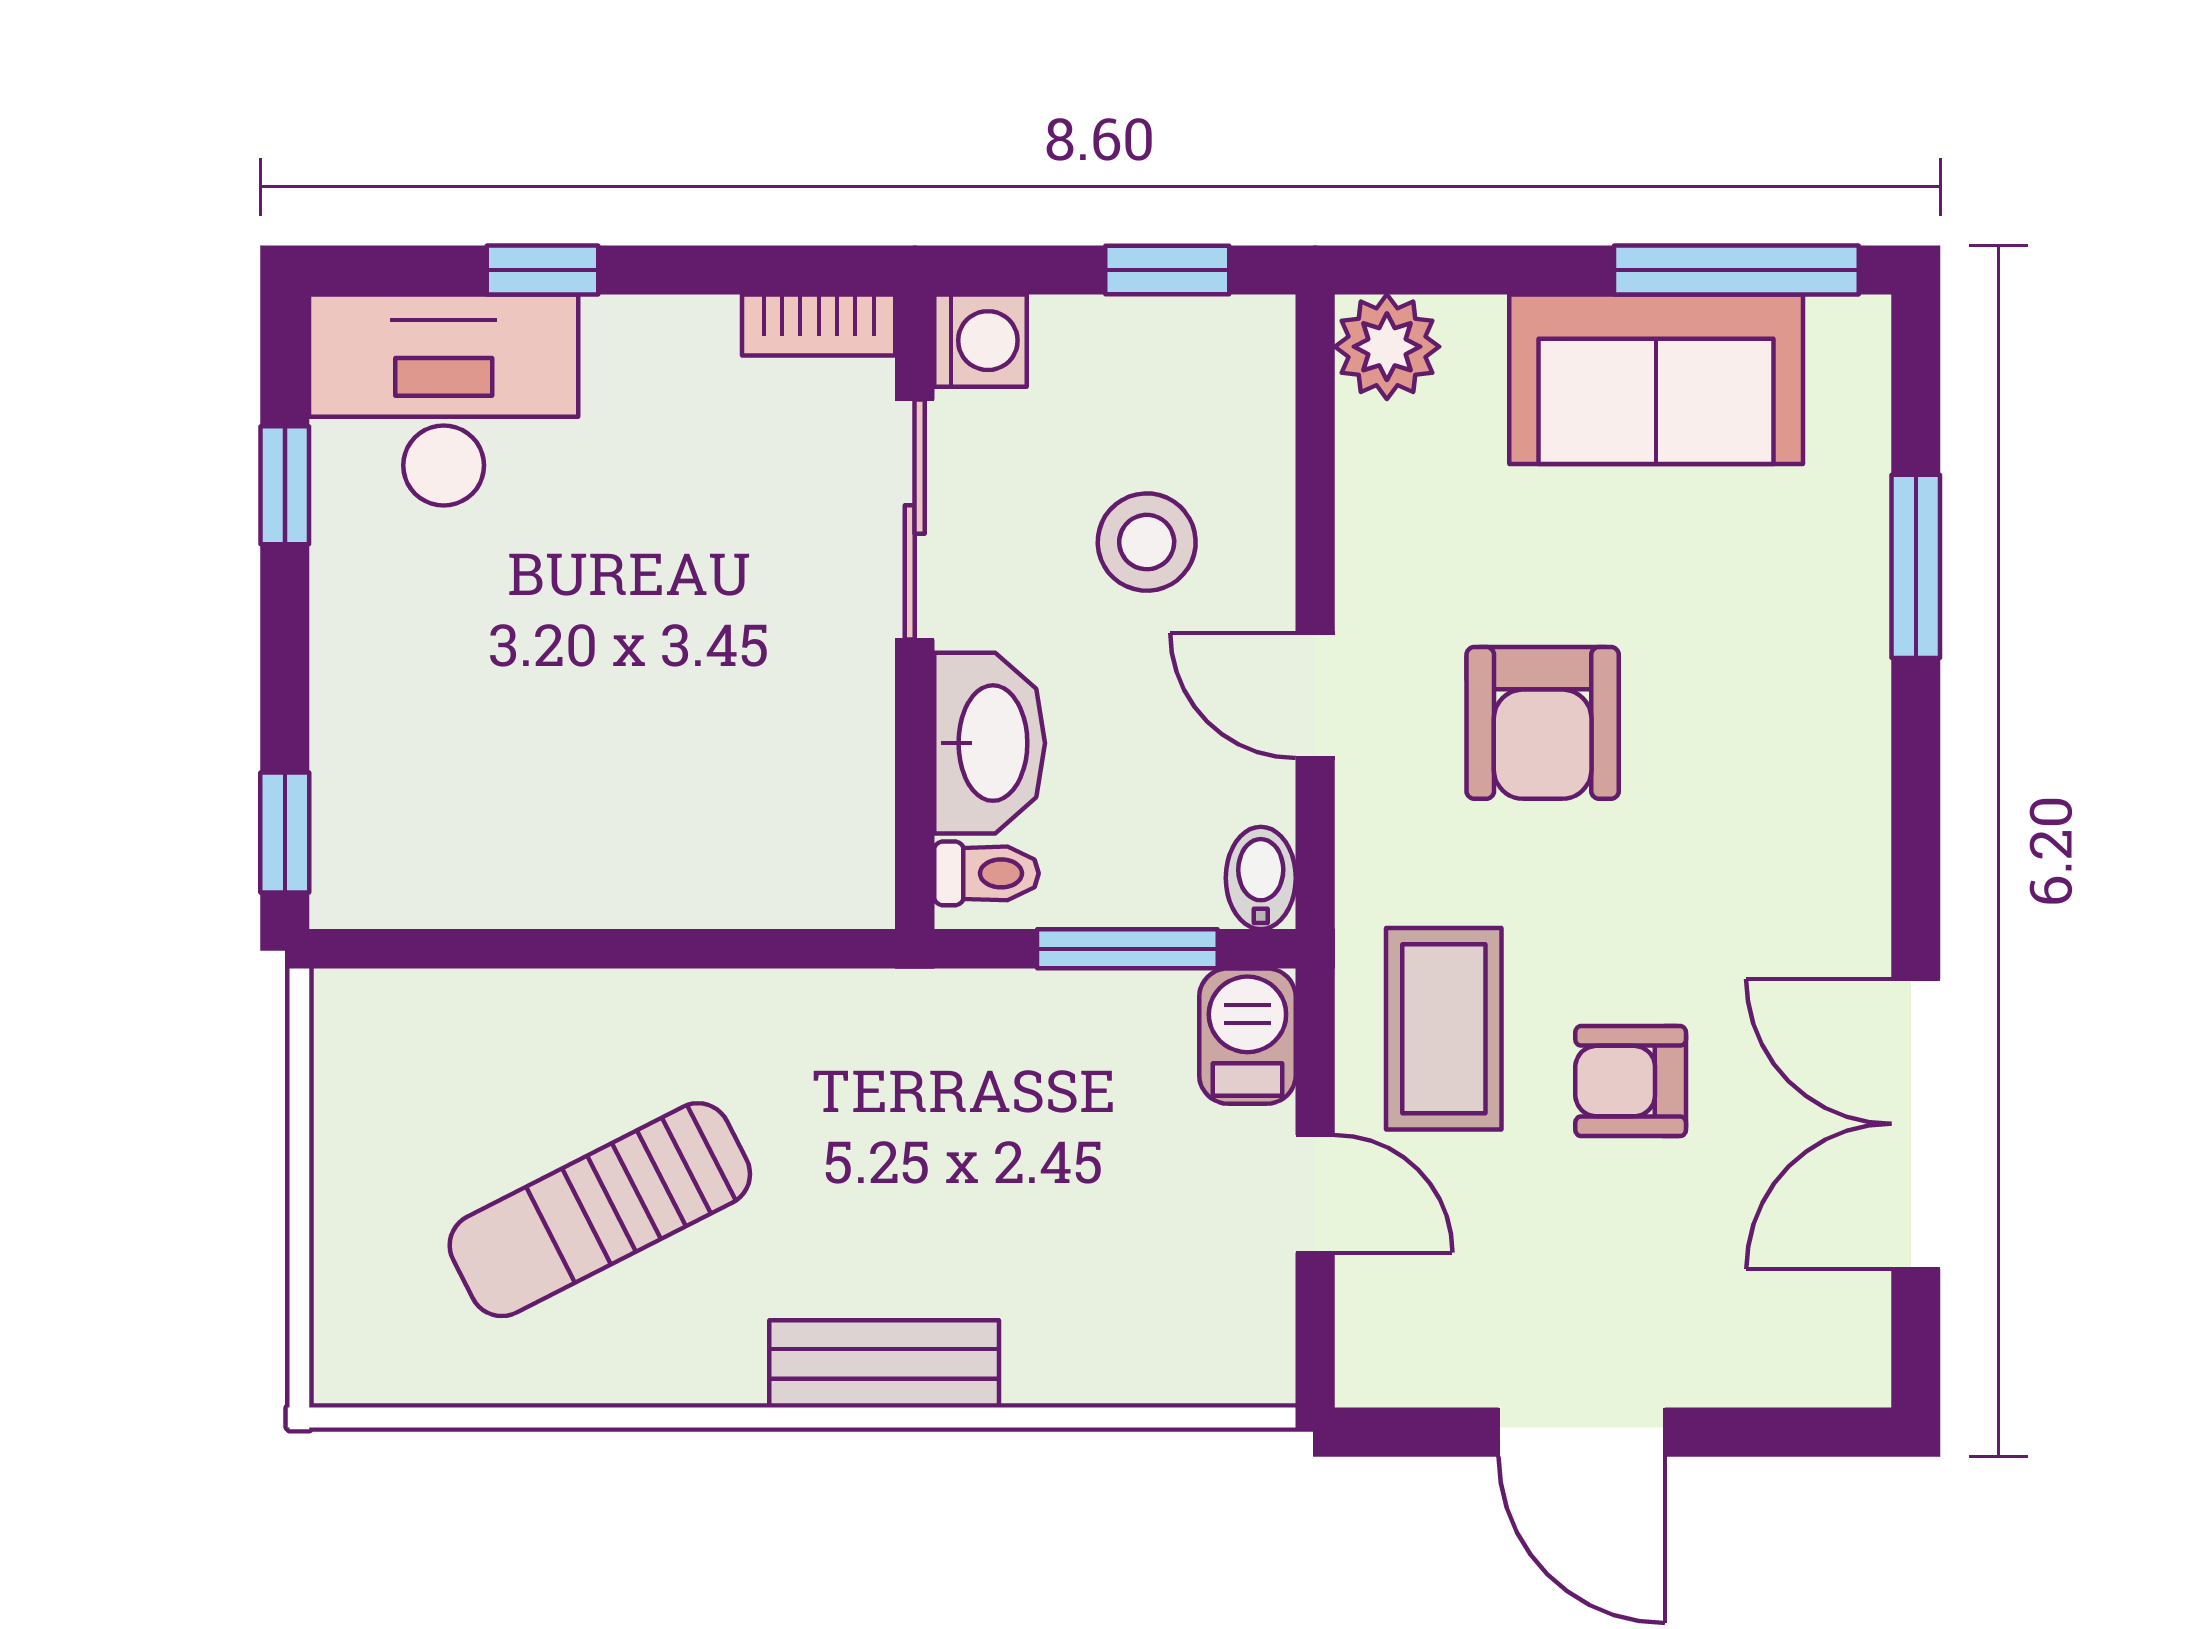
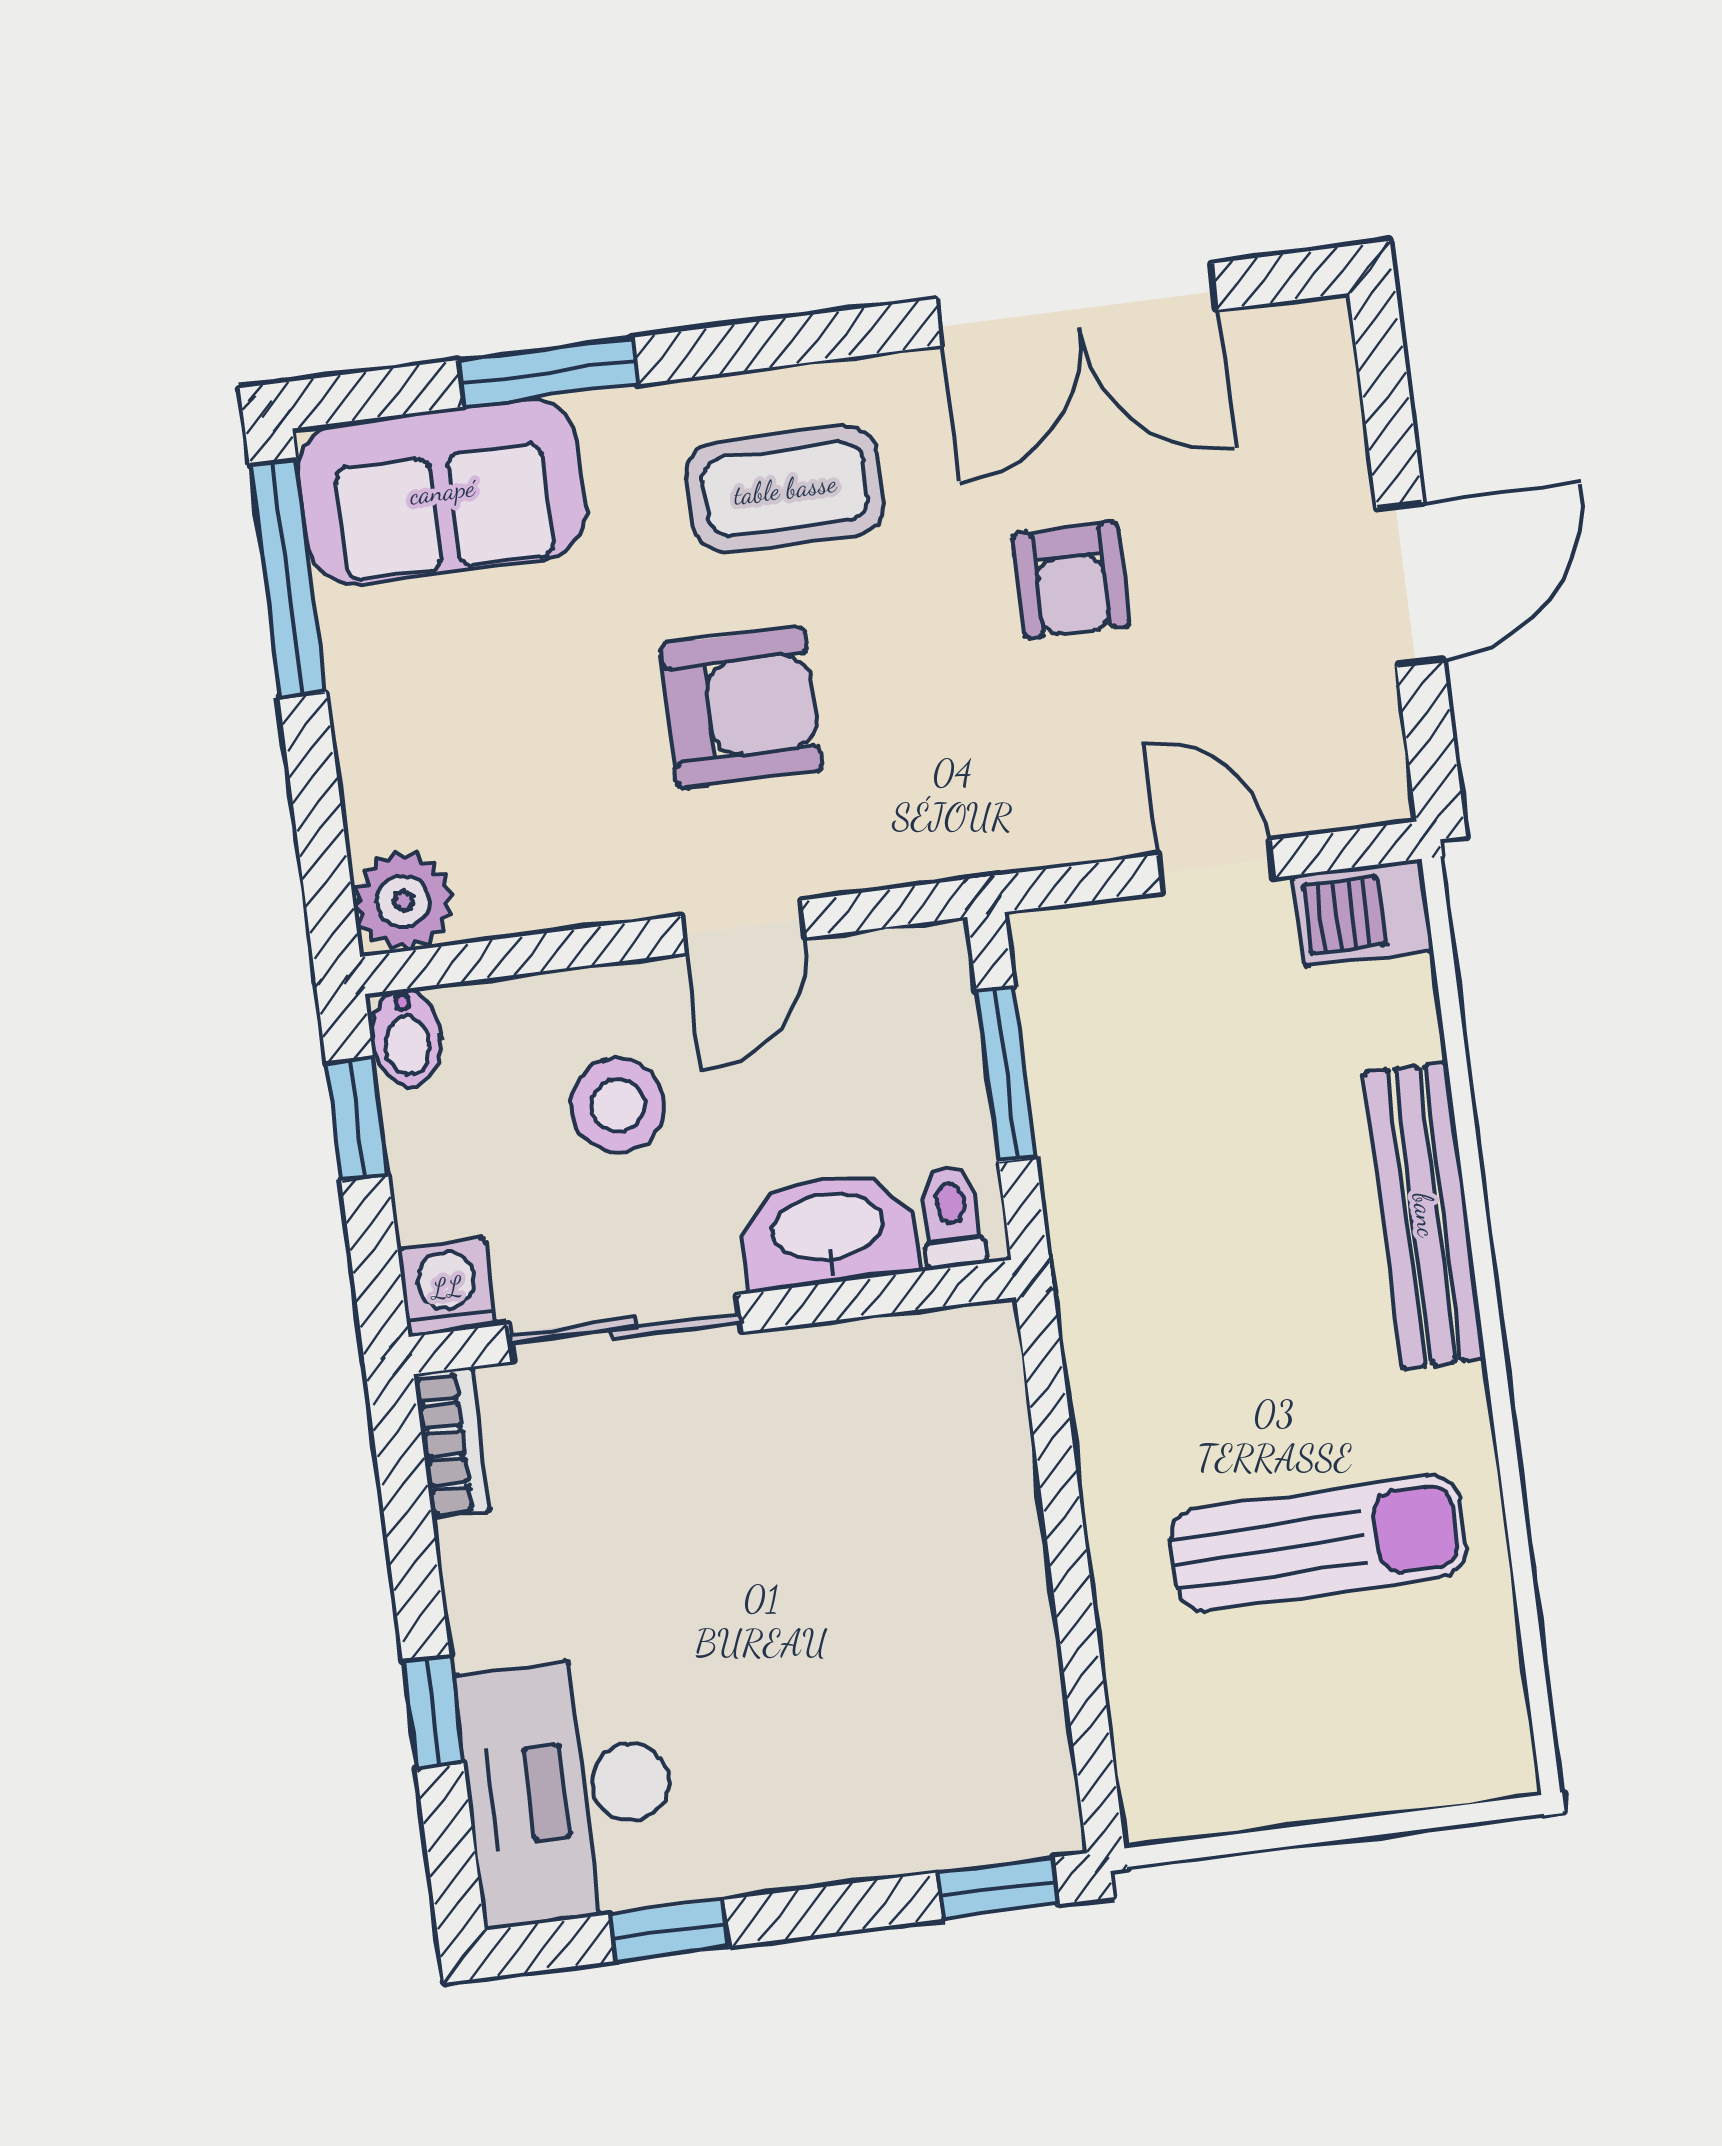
sofa: (1656, 379) -> (442, 491), moved, turned 90
bidet: (1261, 878) -> (407, 1038), moved, turned -90
coffee table: (1444, 1029) -> (785, 489), moved
barbecue: (1247, 1036) -> (1363, 913), moved
door: (1315, 1194) -> (1216, 866), hinge flipped
sun lounger: (600, 1210) -> (1318, 1543), turned -64
bench: (884, 1364) -> (1425, 1215), width x1.36

